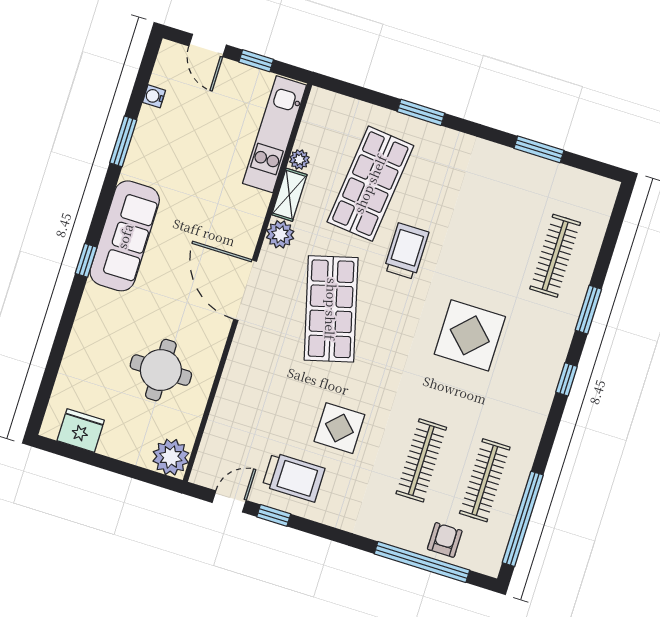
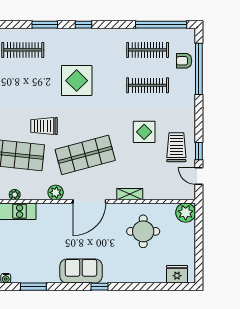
shelving: (289, 195) -> (130, 194), moved
sofa: (125, 236) -> (81, 271), width x0.73
fridge: (81, 430) -> (177, 274), moved, turned 90

